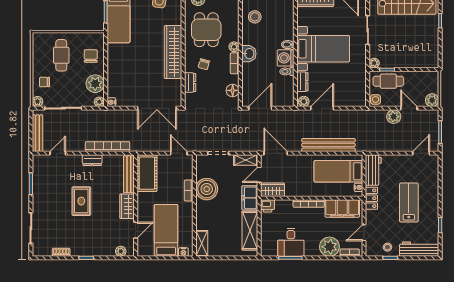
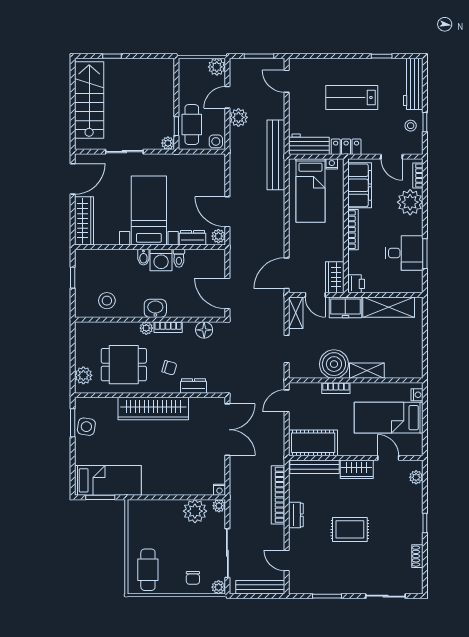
cafe table: (61, 55) -> (148, 570), moved, turned 90
chair: (91, 56) -> (158, 517), removed
bench: (328, 145) -> (276, 155), moved
shelving: (202, 243) -> (367, 371), moved

